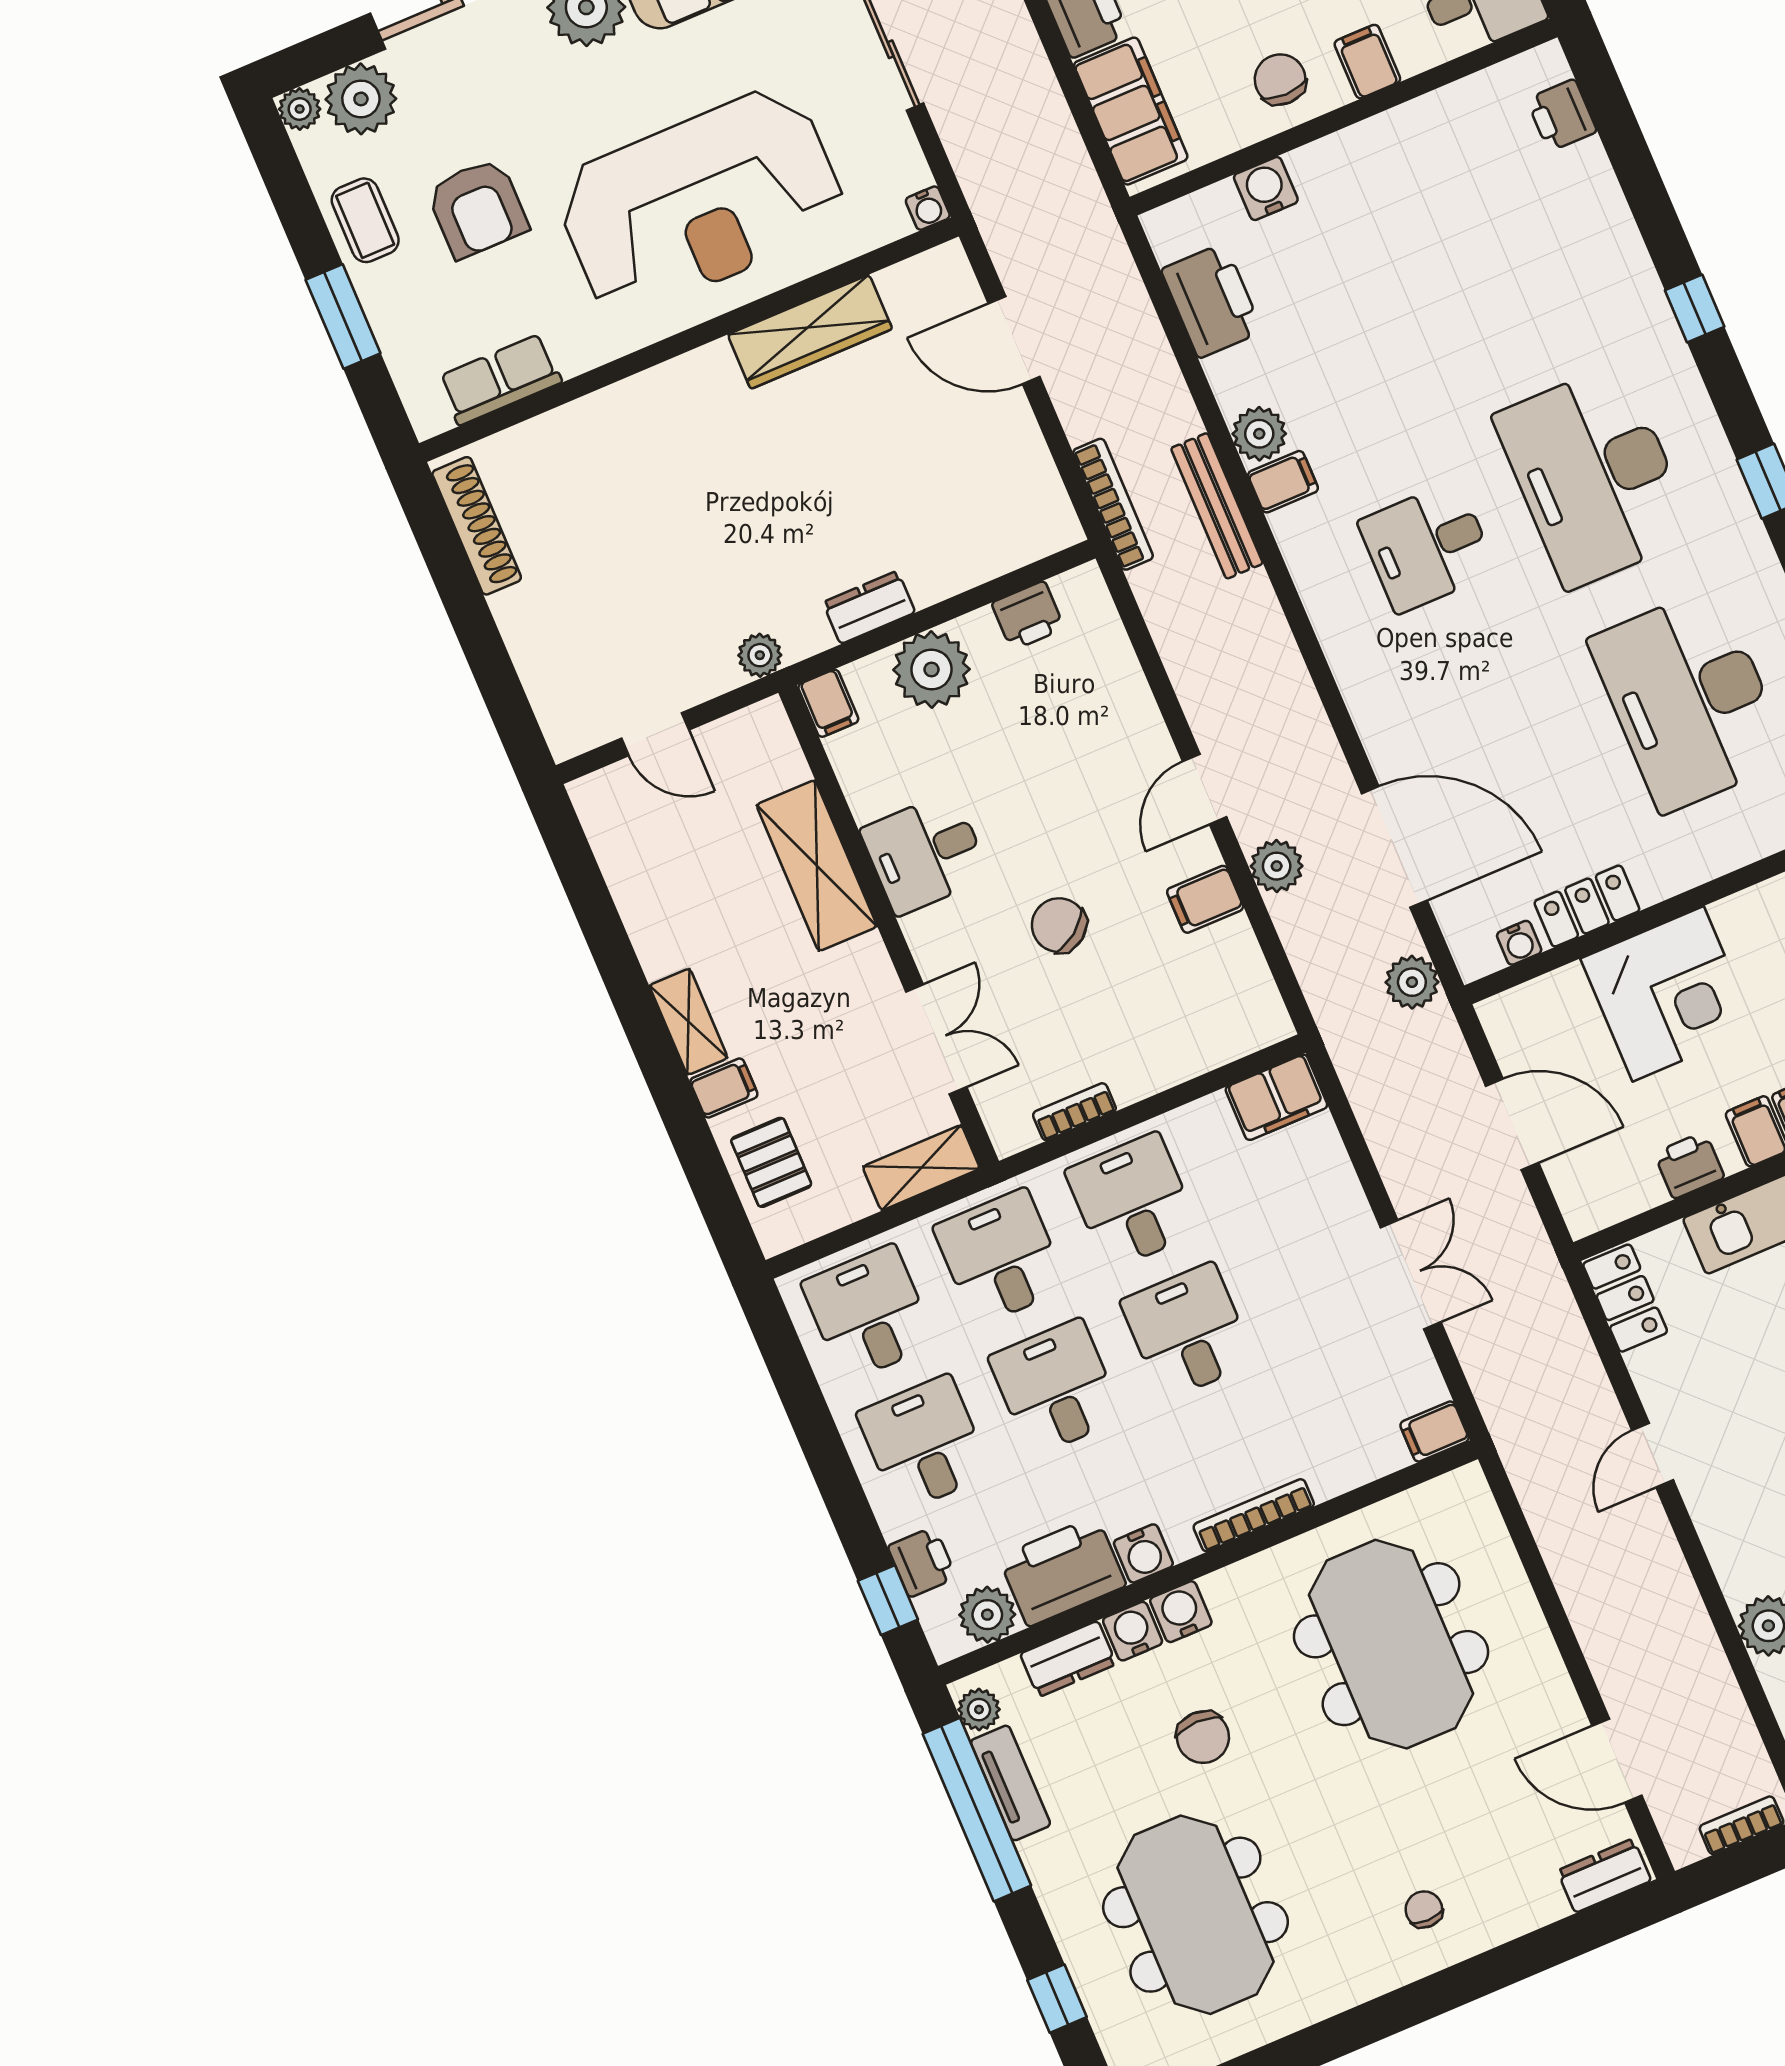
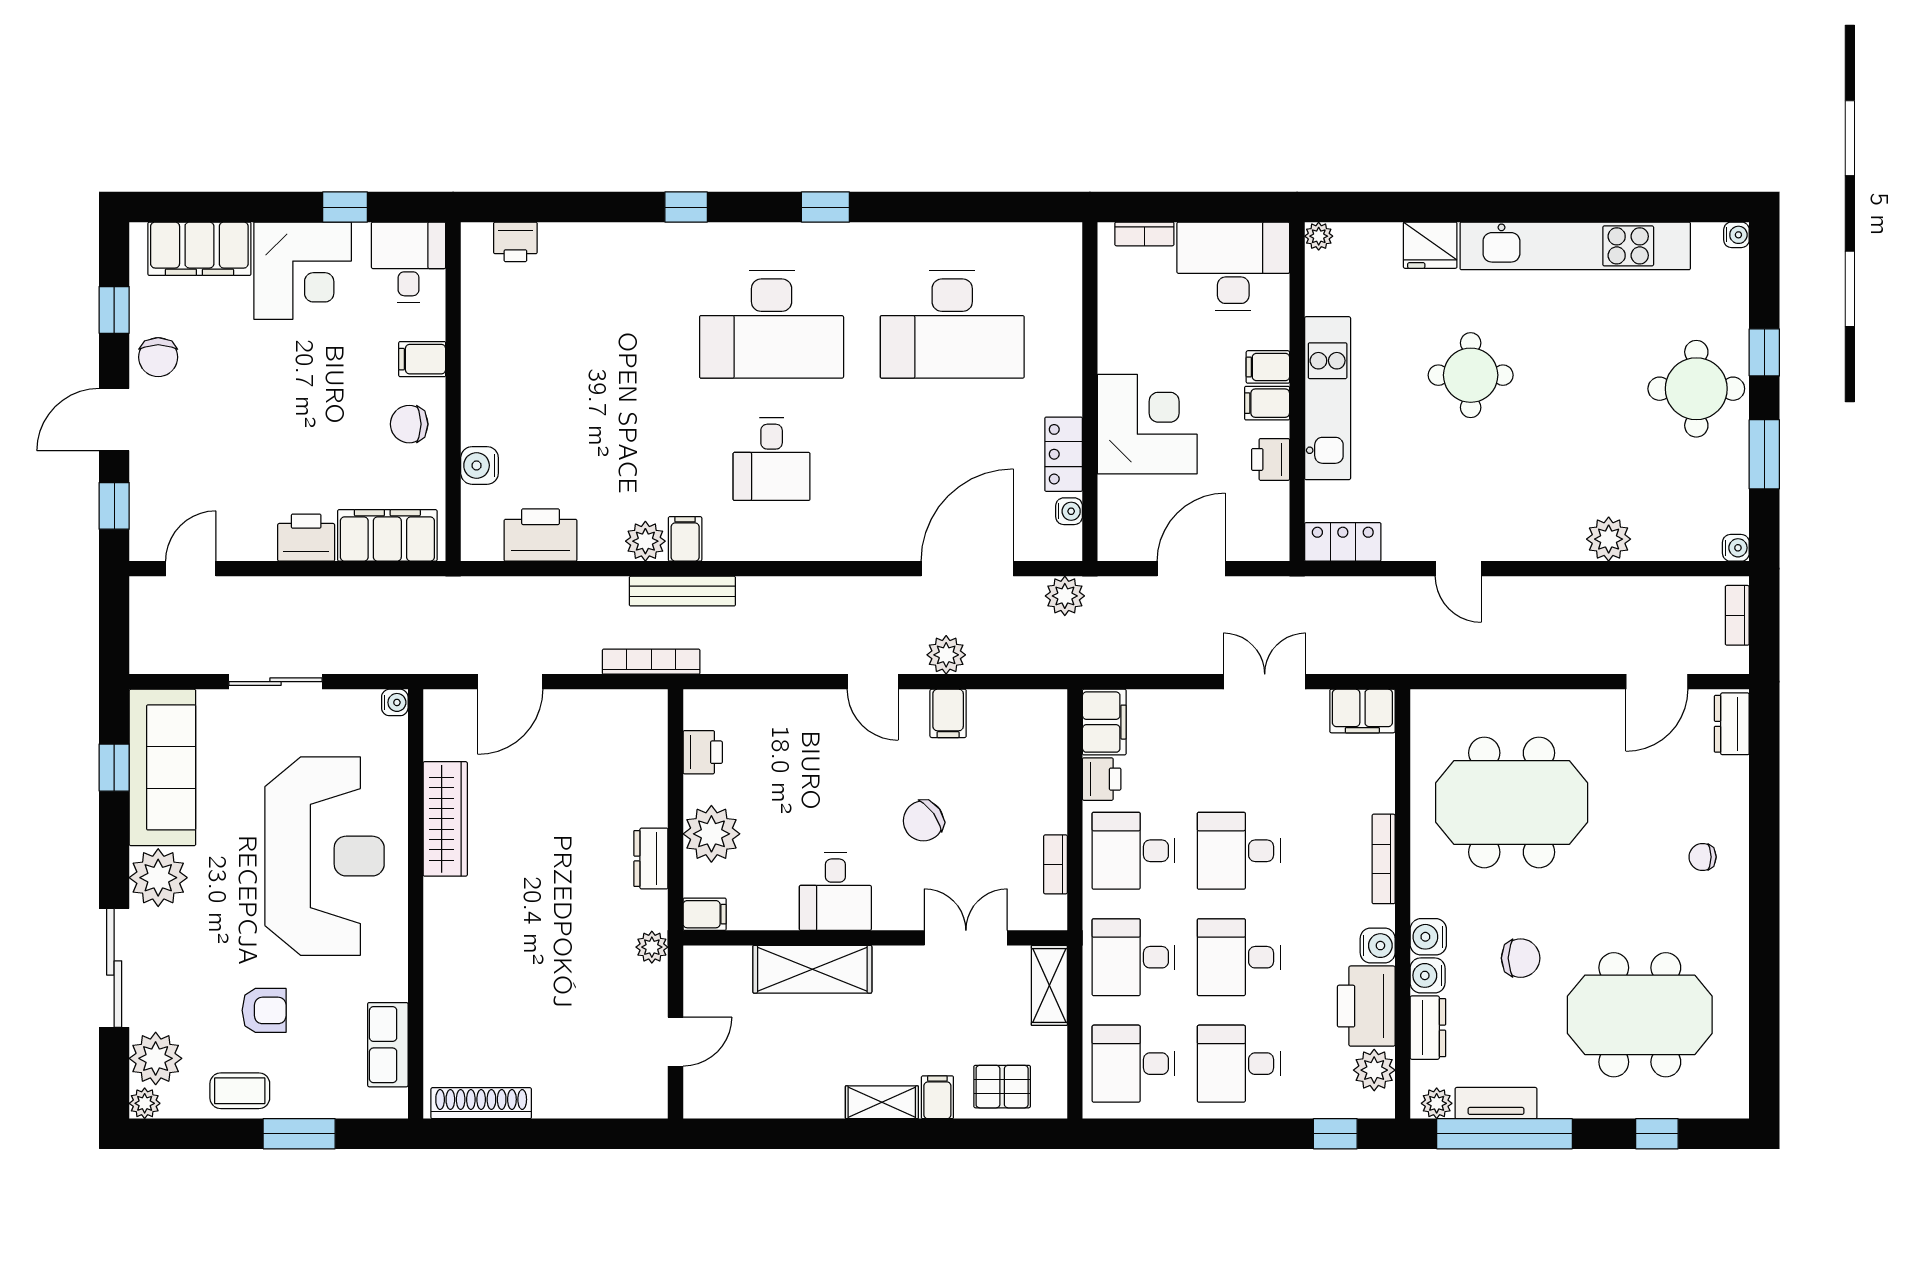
armchair: (477, 208) -> (264, 1010), width x0.72, depth x0.72
filing cabinet: (1434, 1431) -> (1362, 711), width x2.00
printer: (922, 1562) -> (1102, 779), moved, turned 90

